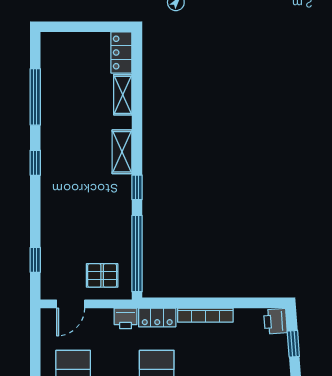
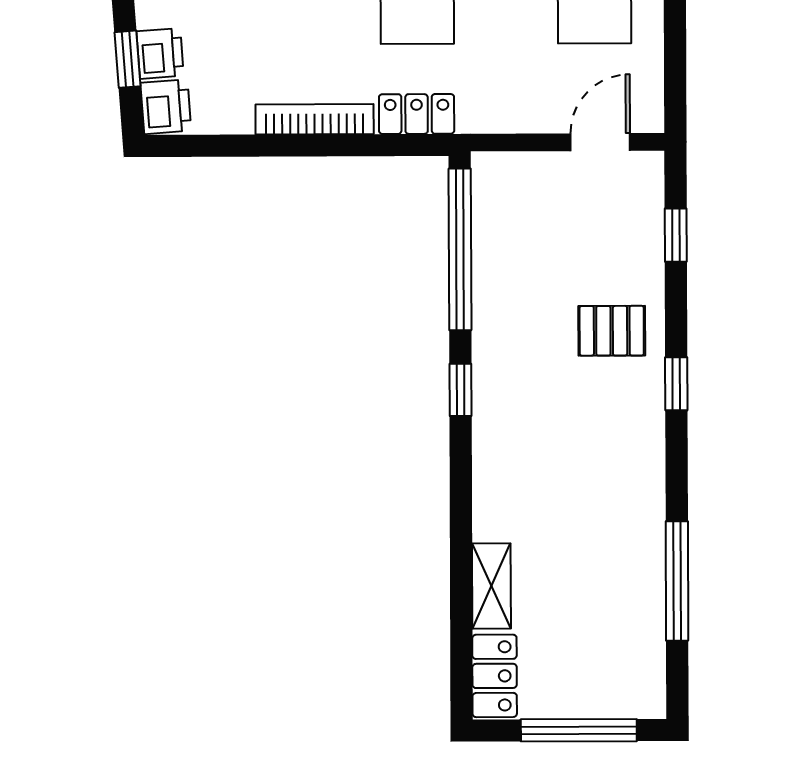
window: (82, 27) -> (579, 730), added
shelving: (122, 152) -> (493, 465), removed
window: (35, 163) -> (676, 384), moved
pallet: (102, 275) -> (612, 331), moved
printer: (126, 318) -> (160, 54), moved, turned 86

